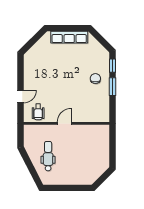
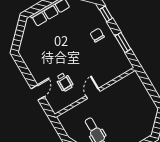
window: (113, 87) -> (123, 42), moved
wheelchair: (38, 112) -> (64, 82), moved

